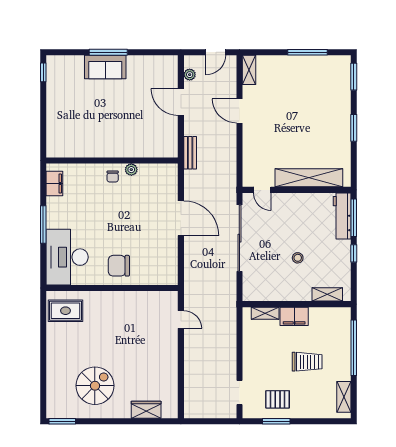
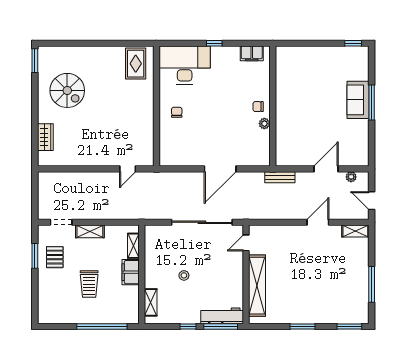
window: (43, 225) -> (214, 43), width x0.46
chair: (119, 266) -> (177, 112), width x0.54, depth x0.54
shelving: (344, 397) -> (90, 231), moved

